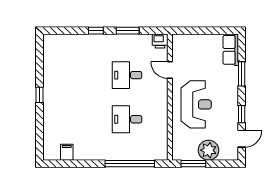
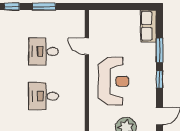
printer: (160, 41) -> (77, 17), removed
window: (242, 114) -> (160, 79), moved

